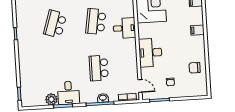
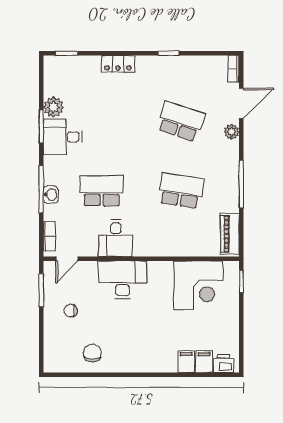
desk: (124, 28) -> (116, 238), moved
filing cabinet: (197, 30) -> (186, 362), moved
locker: (24, 63) -> (118, 64), added

